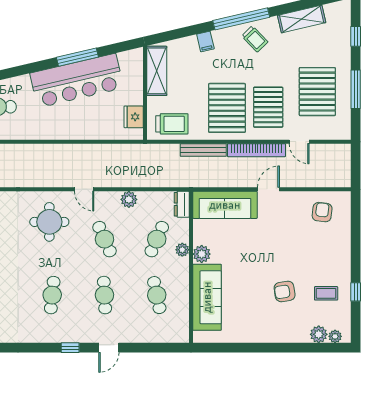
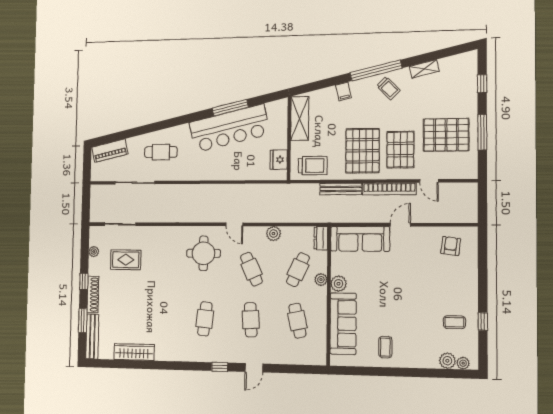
shelving: (302, 19) -> (424, 69), width x0.67, depth x0.75
pallet: (317, 92) -> (446, 135), turned 90
armchair: (285, 291) -> (415, 320), removed
coffee table: (253, 322) -> (385, 347), added

